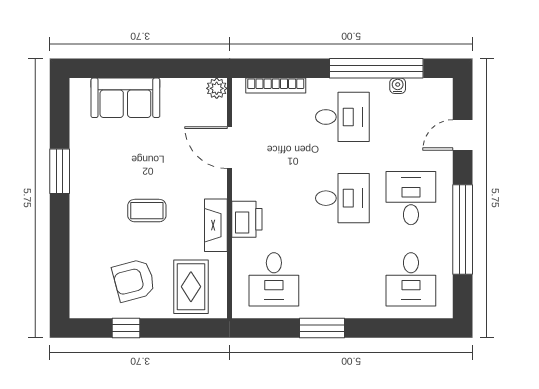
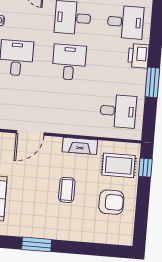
printer: (247, 219) -> (138, 56), moved, turned -90
armchair: (134, 280) -> (111, 202), turned -75
window: (126, 328) -> (145, 168), moved

